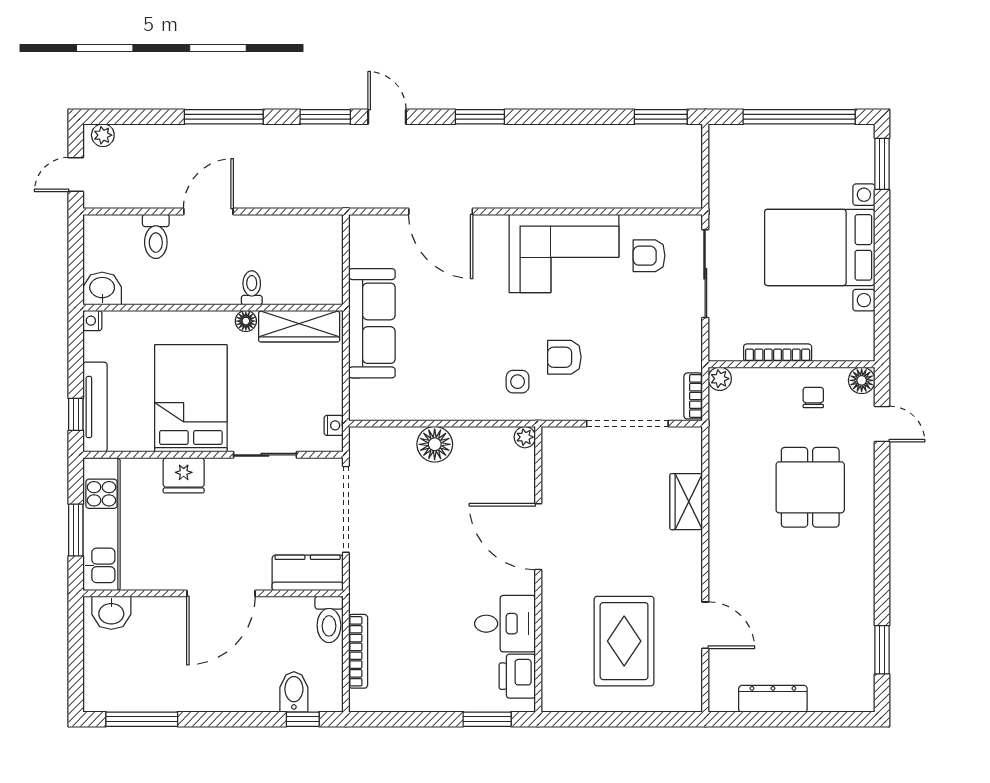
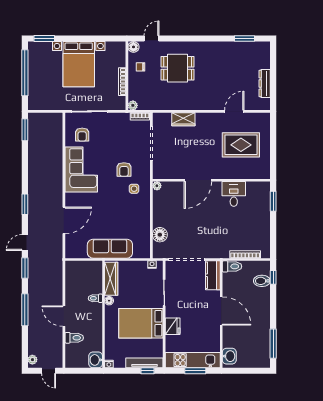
floor lamp: (435, 444) -> (160, 235), moved
printer: (517, 676) -> (255, 189), removed

